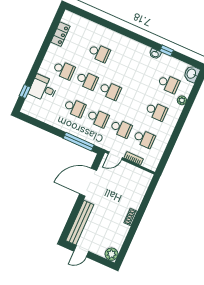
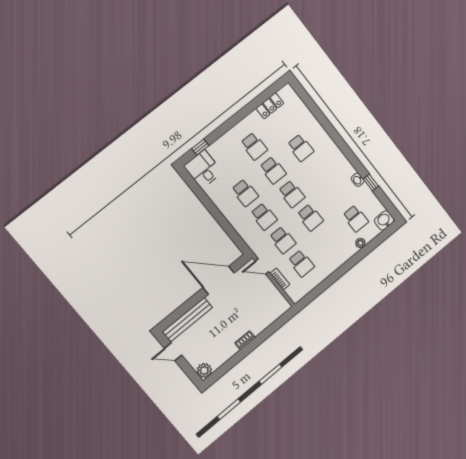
desk: (43, 88) -> (203, 169), moved
school desk: (156, 111) -> (310, 218), moved
window: (79, 142) -> (231, 231), removed

